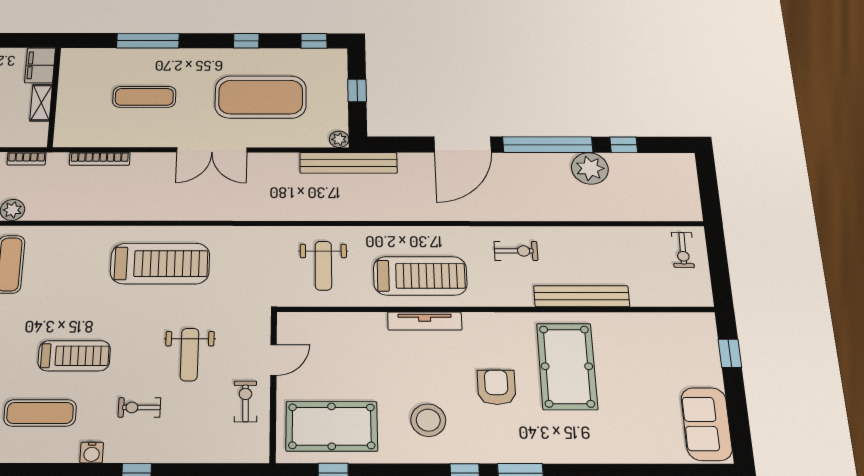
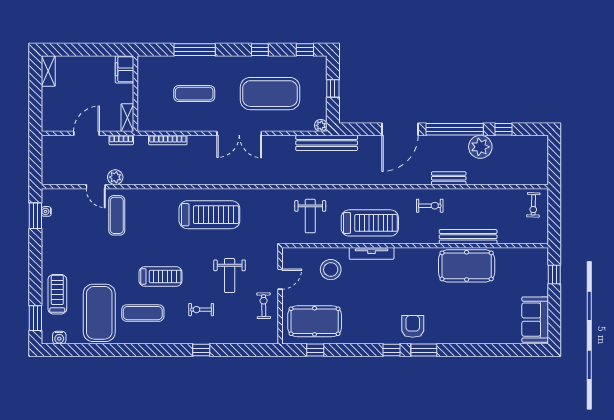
shelving: (41, 103) -> (127, 118), moved
bench: (544, 212) -> (449, 178), added
pool table: (567, 366) -> (467, 266), moved, turned 90
armchair: (496, 387) -> (413, 326), moved
stool: (428, 420) -> (331, 270), moved
water cooler: (92, 453) -> (175, 338), removed

